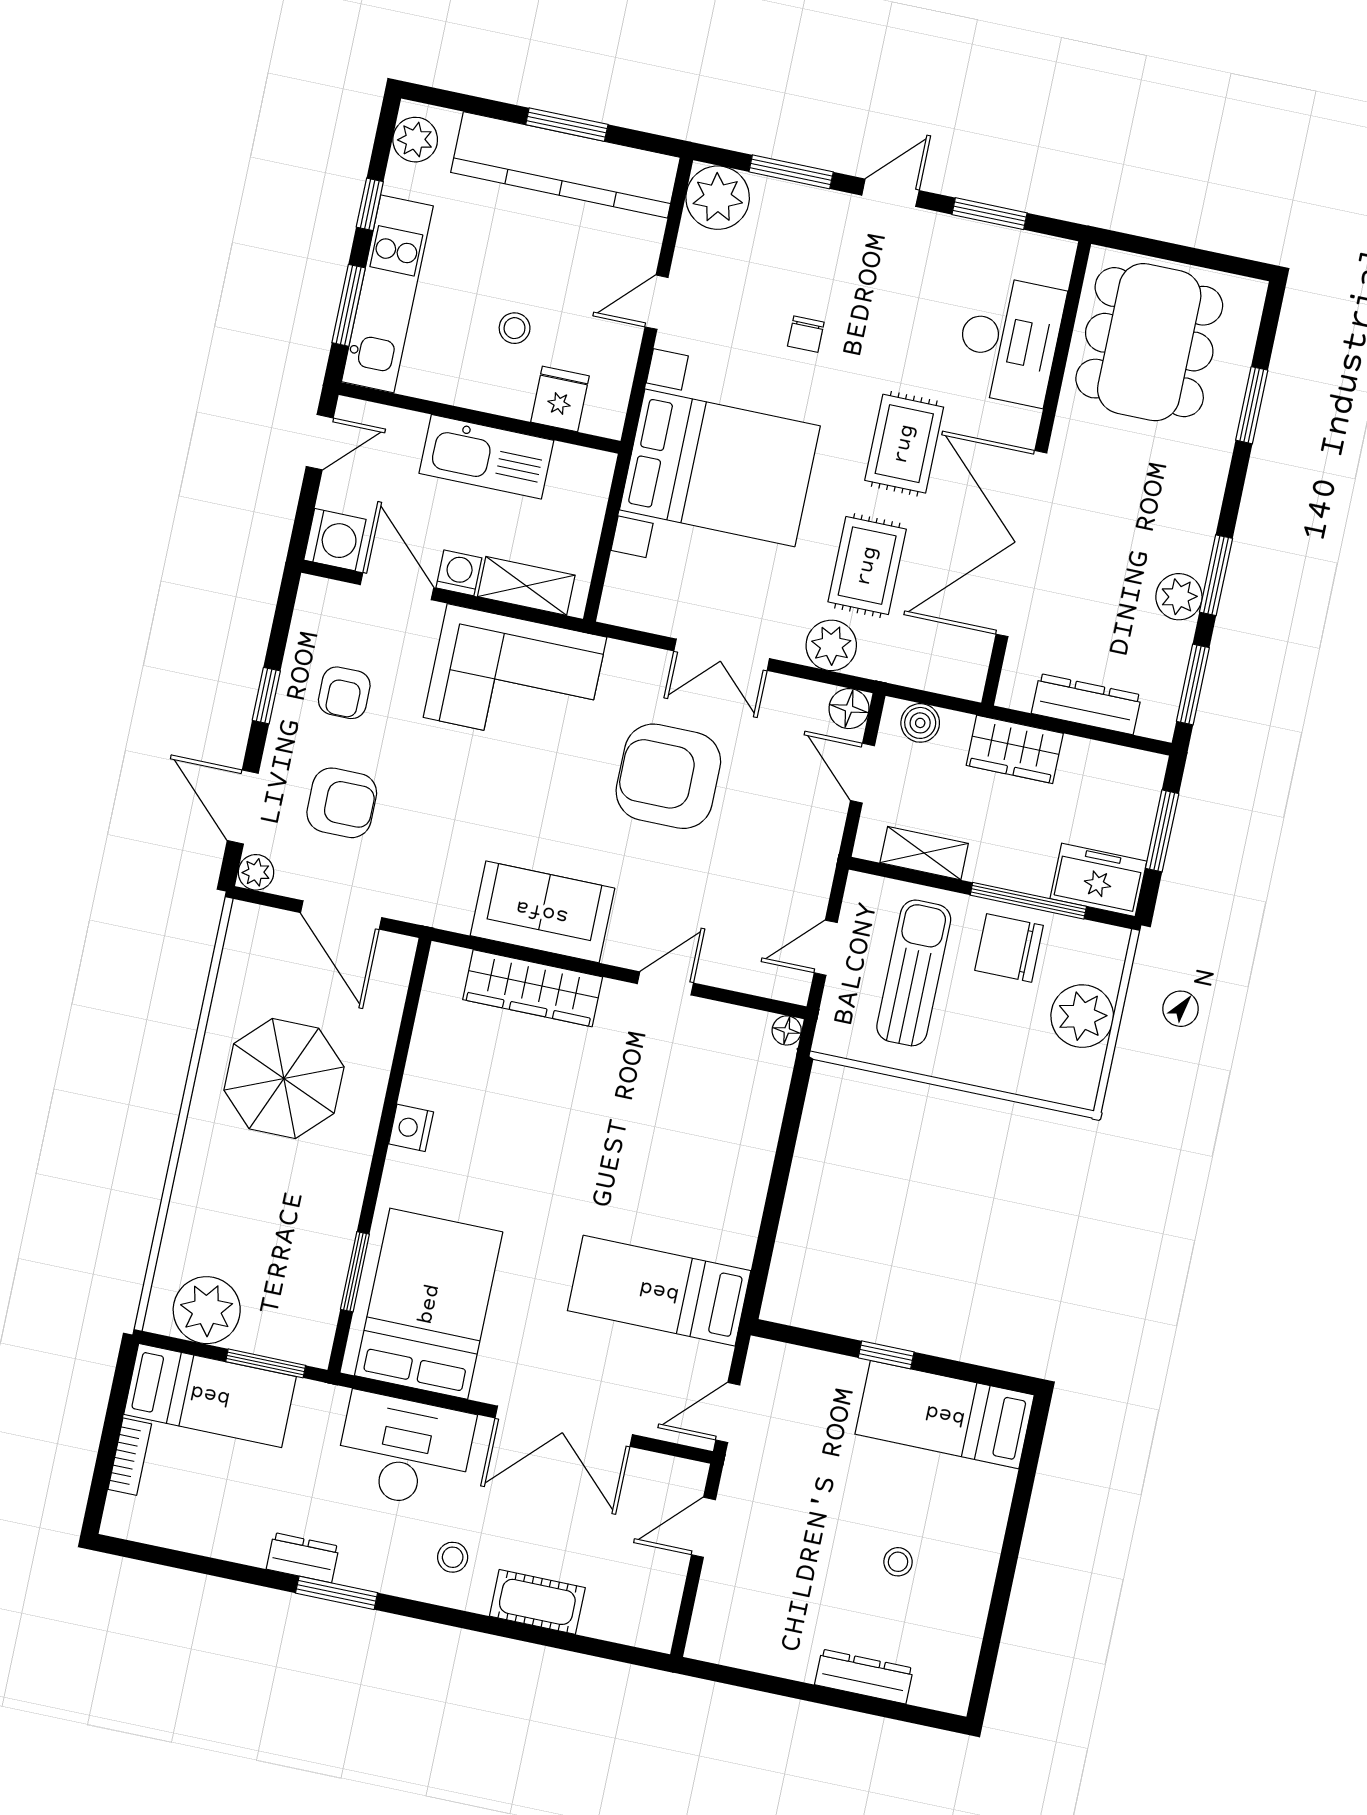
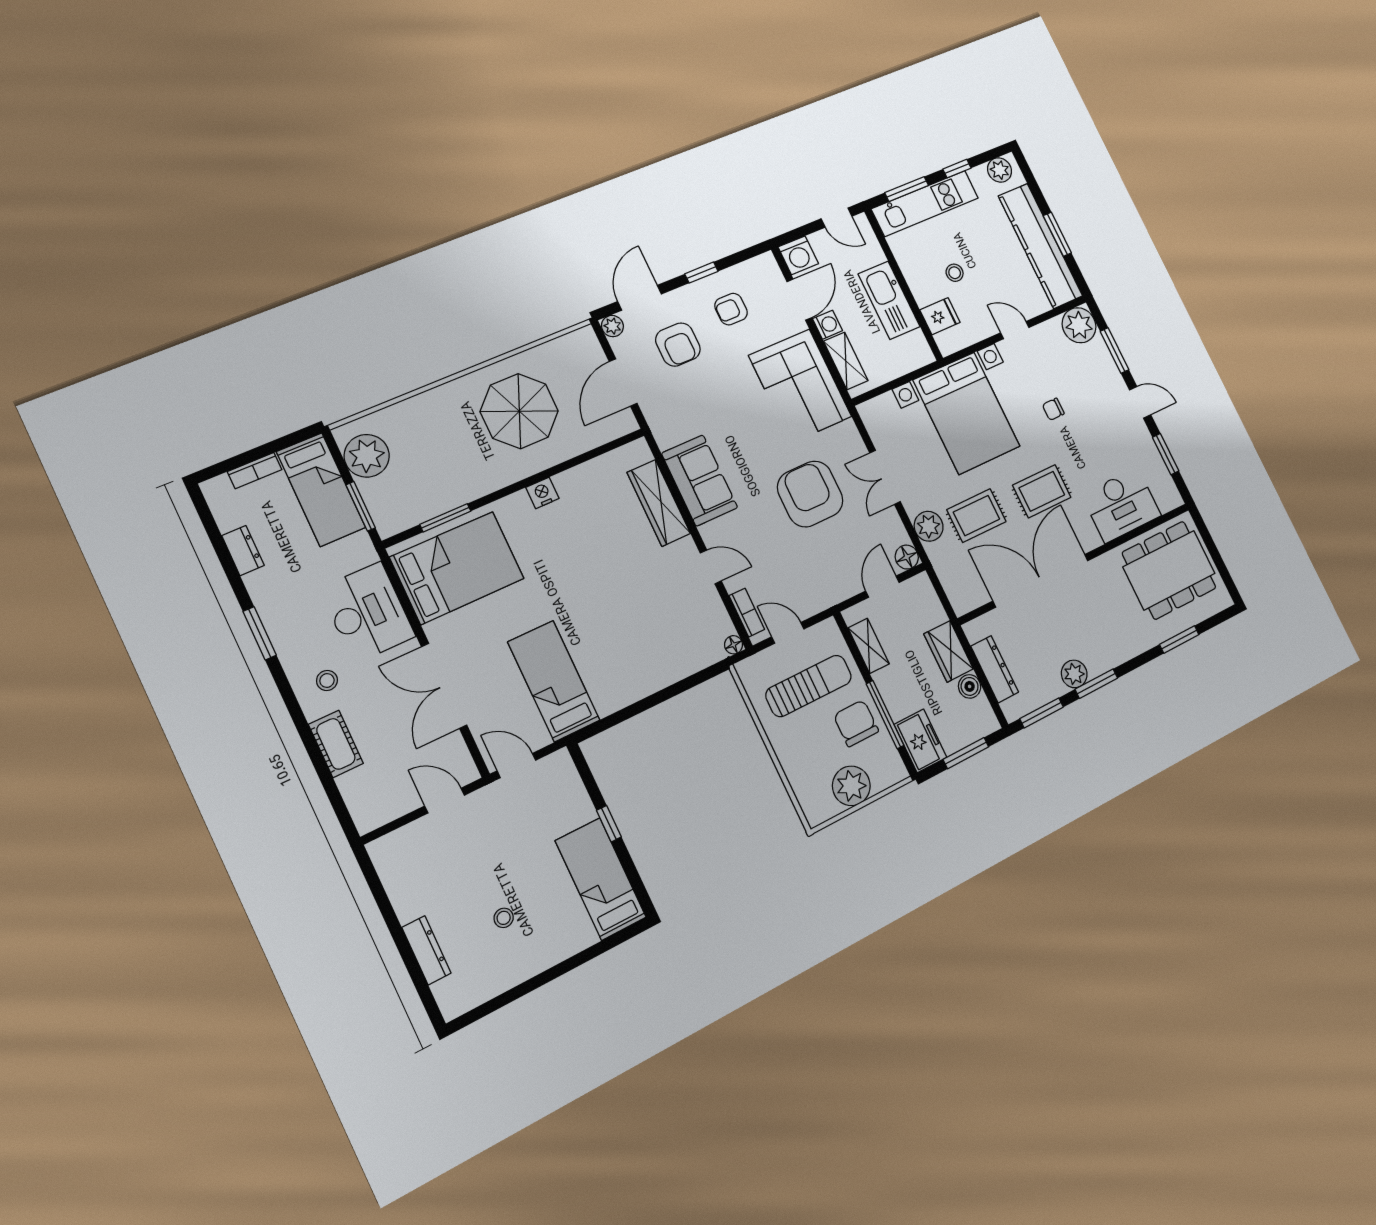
boiler: (920, 723) -> (970, 686), moved
bookcase: (759, 981) -> (747, 613), added
dresser: (303, 1558) -> (243, 551), moved

